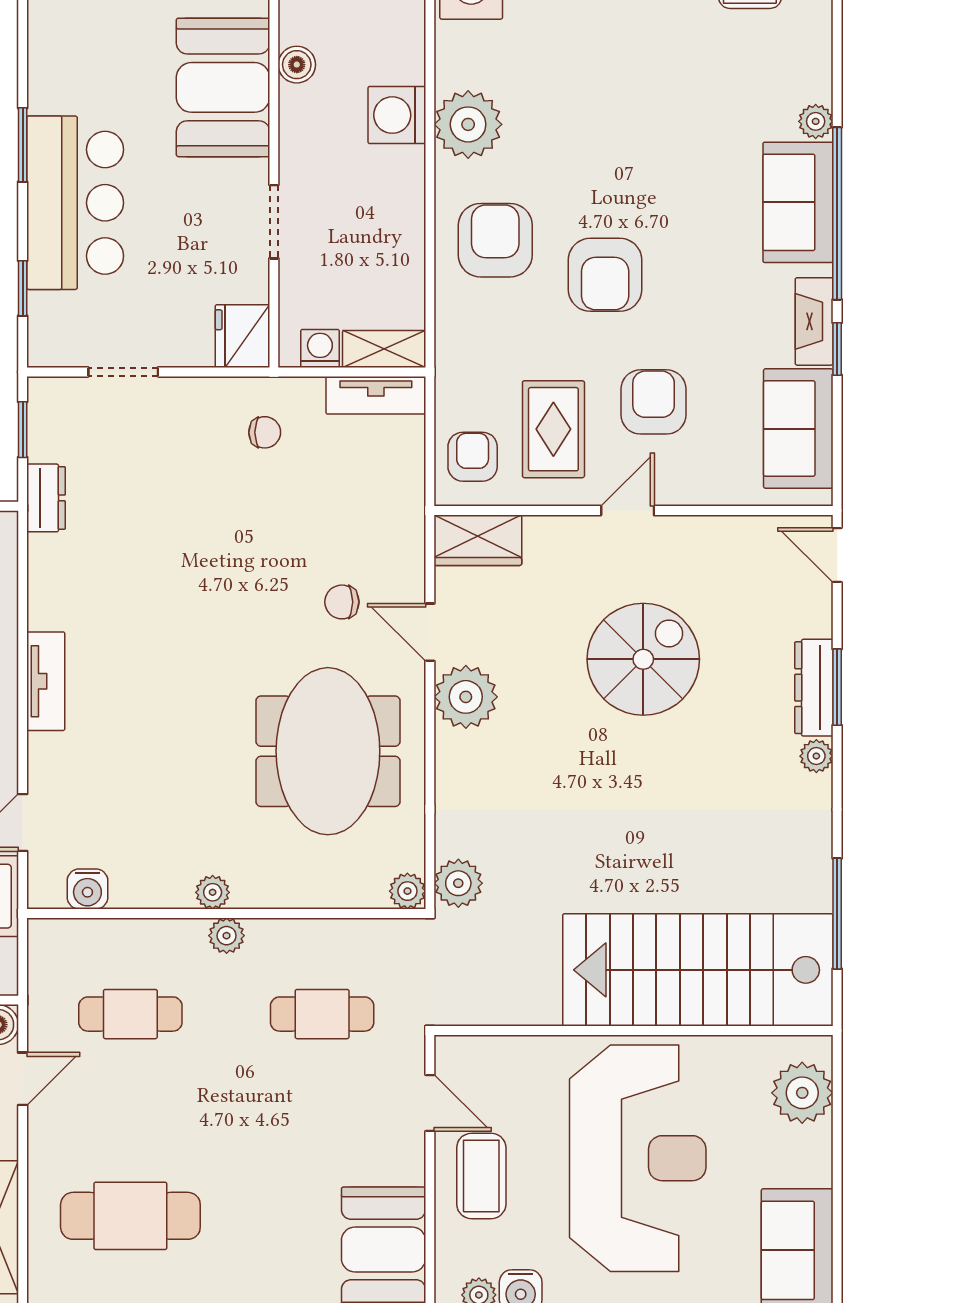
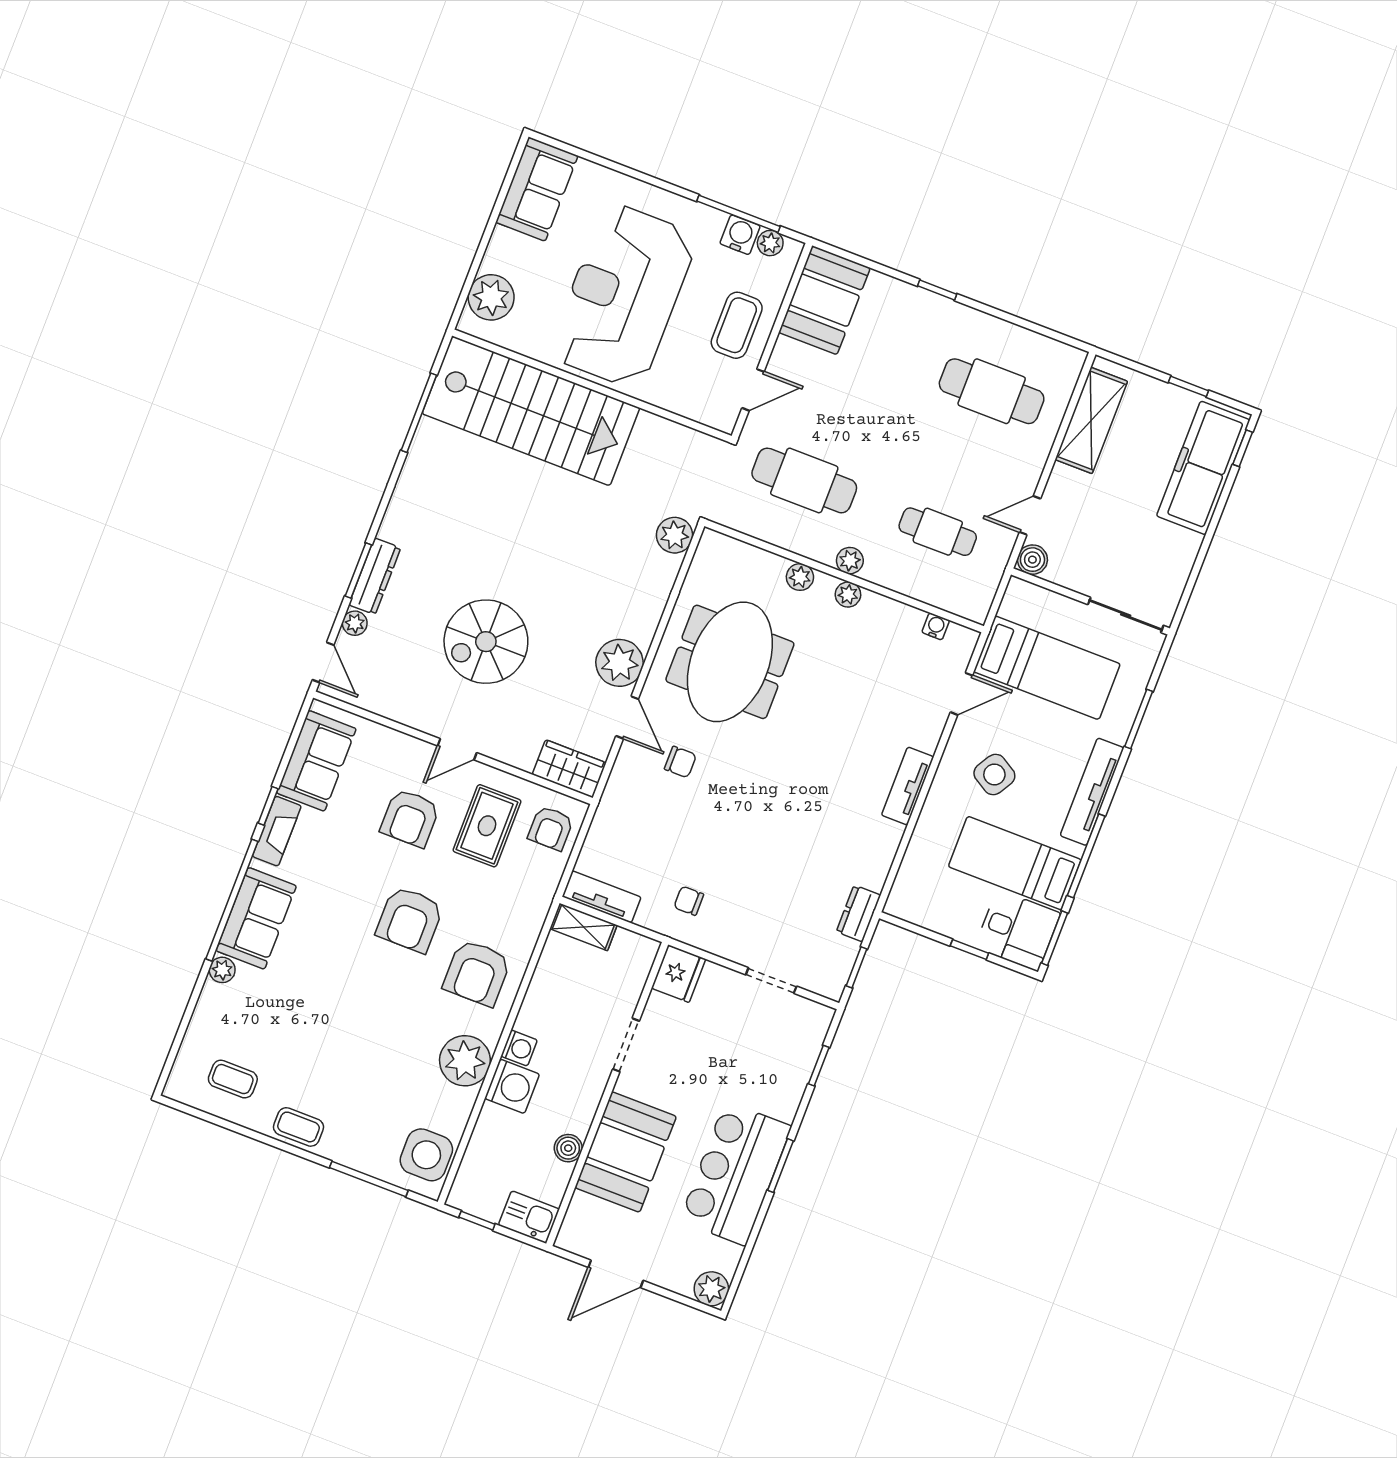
bar counter: (75, 203) -> (735, 1174), moved
armchair: (605, 275) -> (410, 919), turned 180
washing machine: (320, 348) -> (519, 1048), moved, turned -90
plant: (816, 756) -> (355, 623), moved
water cooler: (87, 889) -> (936, 626), width x0.72, depth x0.72
plant: (407, 891) -> (800, 577), moved
cafe table: (322, 1014) -> (804, 480), width x1.37, depth x1.35
door: (430, 1103) -> (753, 390), swing flipped

